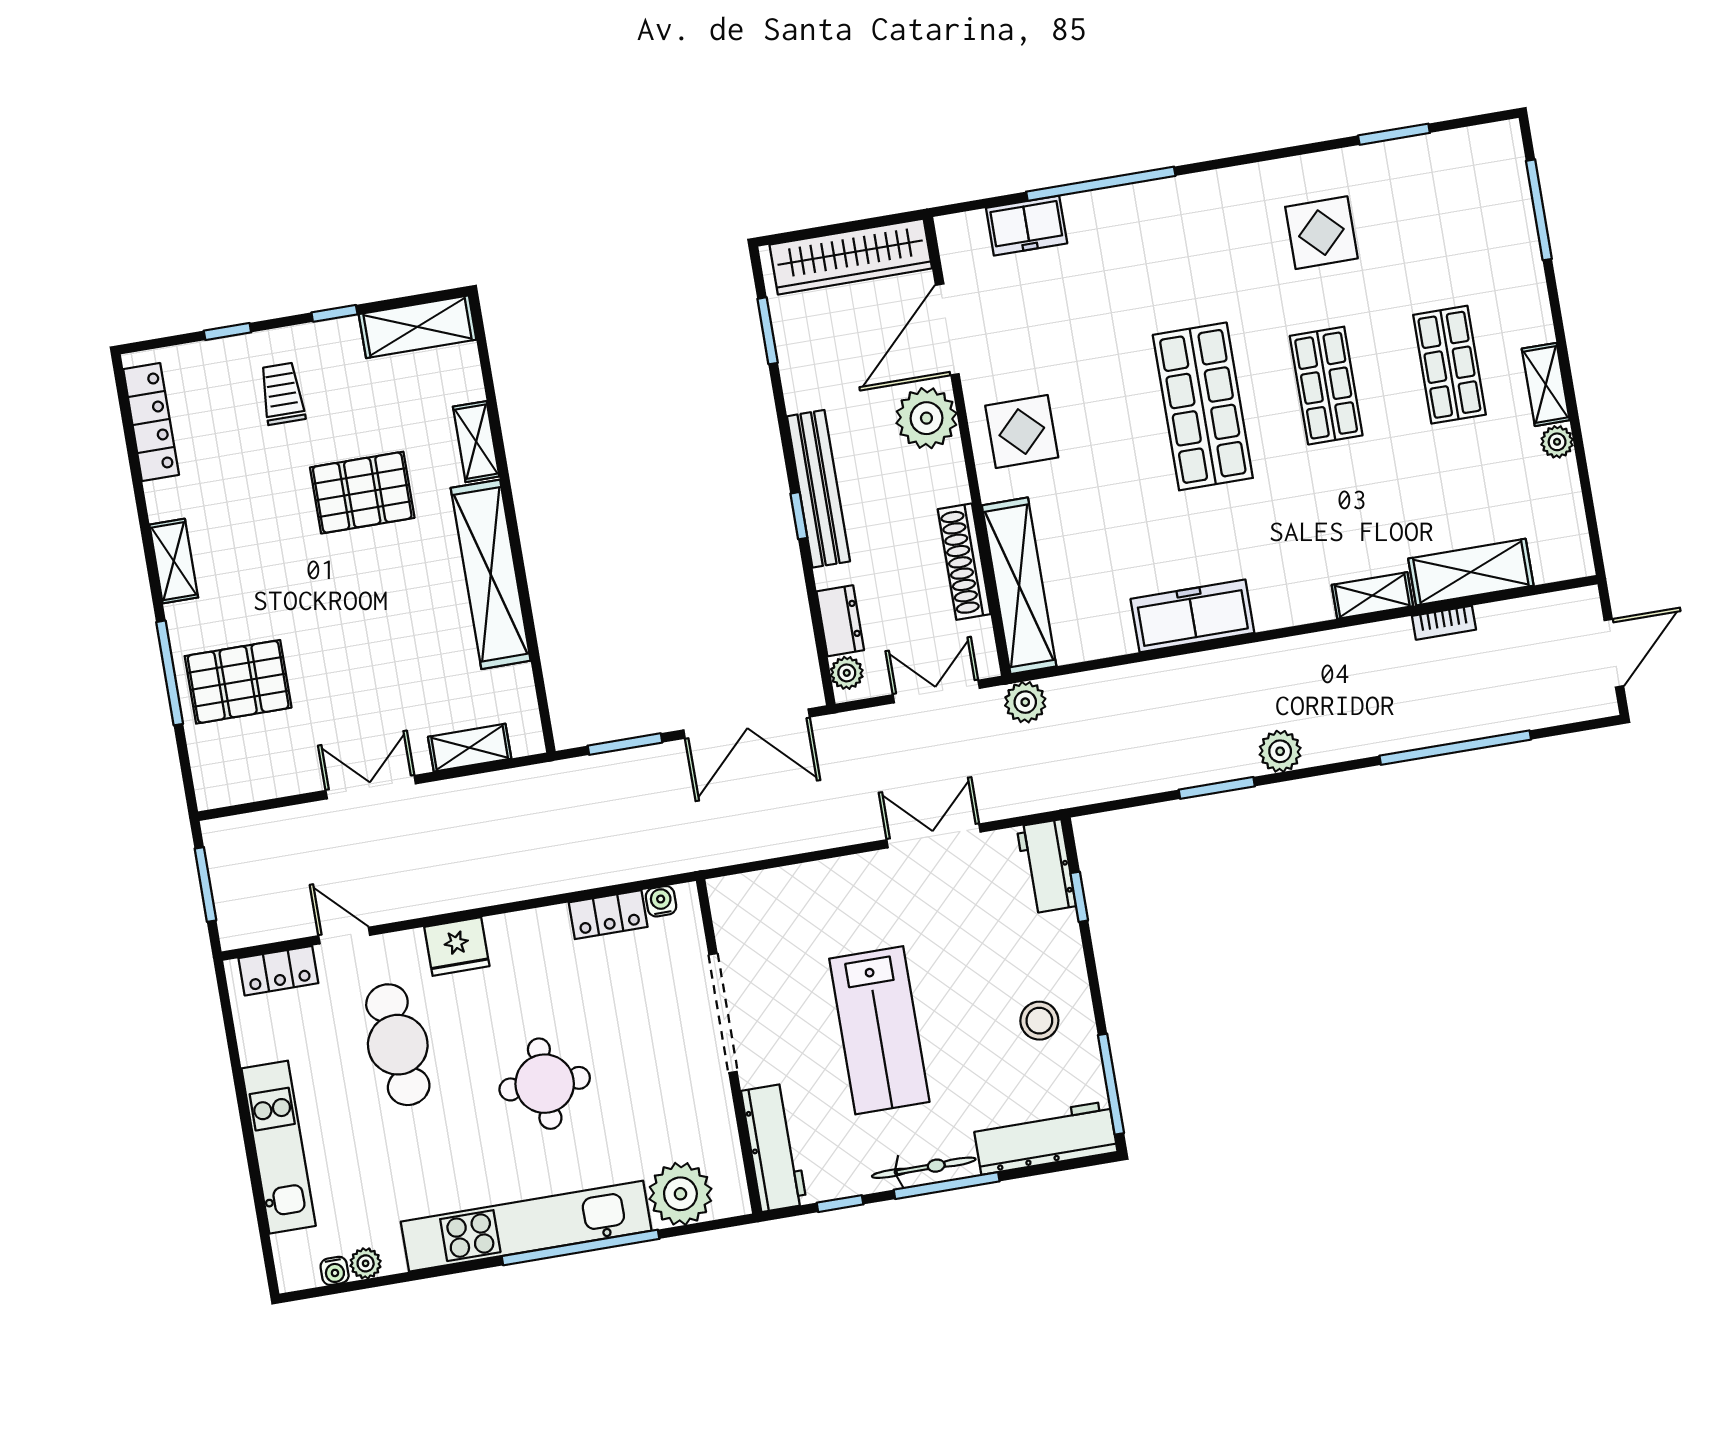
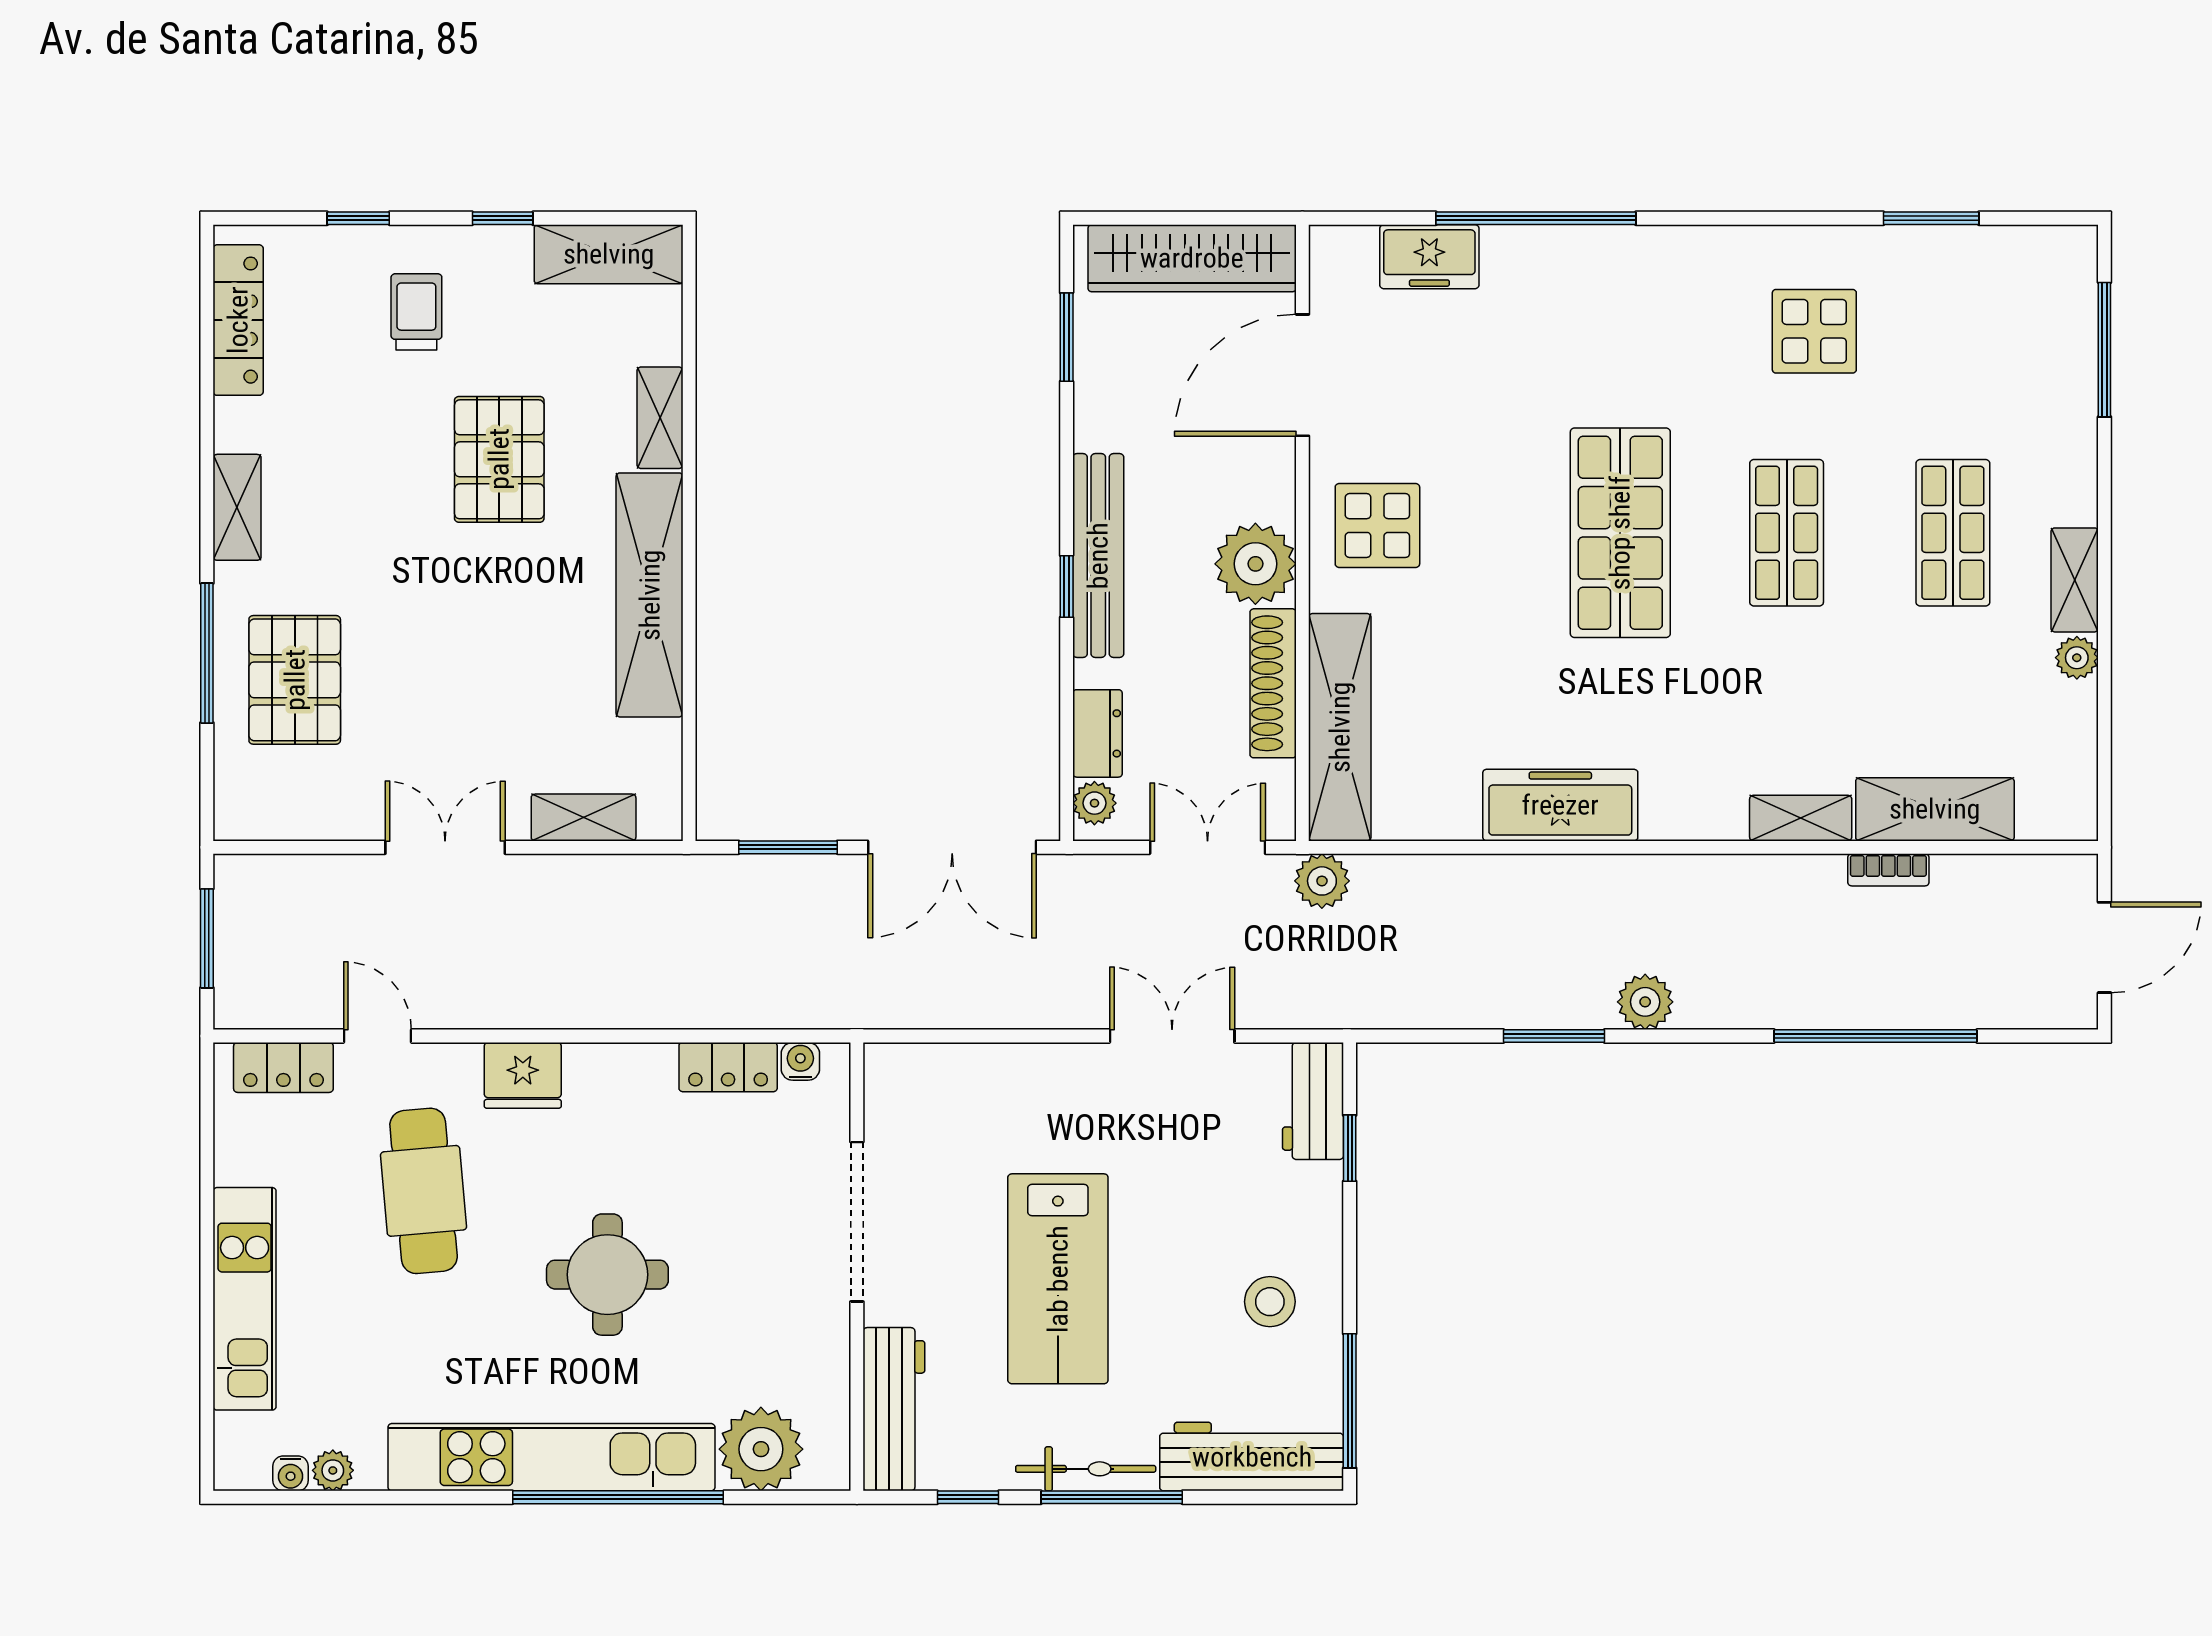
plant: (926, 418) -> (1255, 564), moved
pallet: (362, 493) -> (499, 459), turned 90
pallet: (238, 682) -> (295, 680), turned 90

